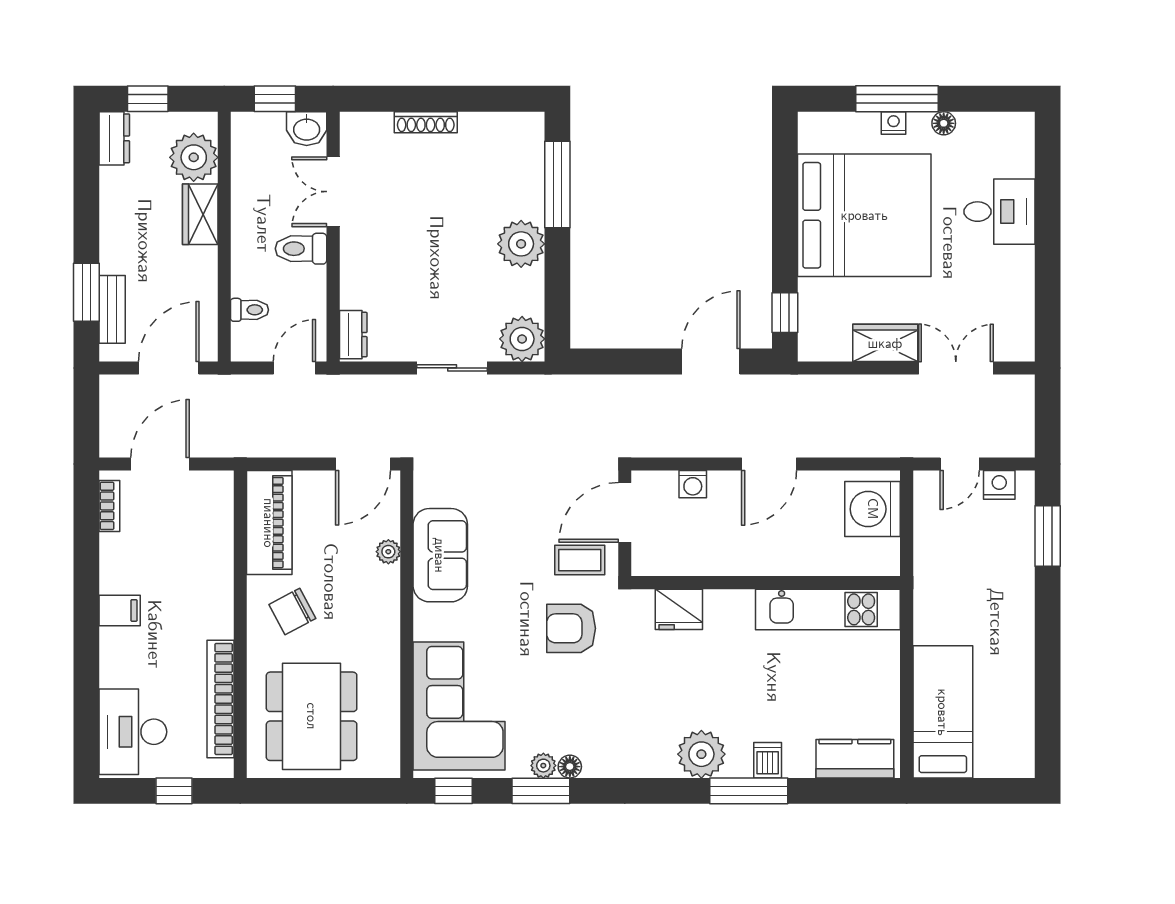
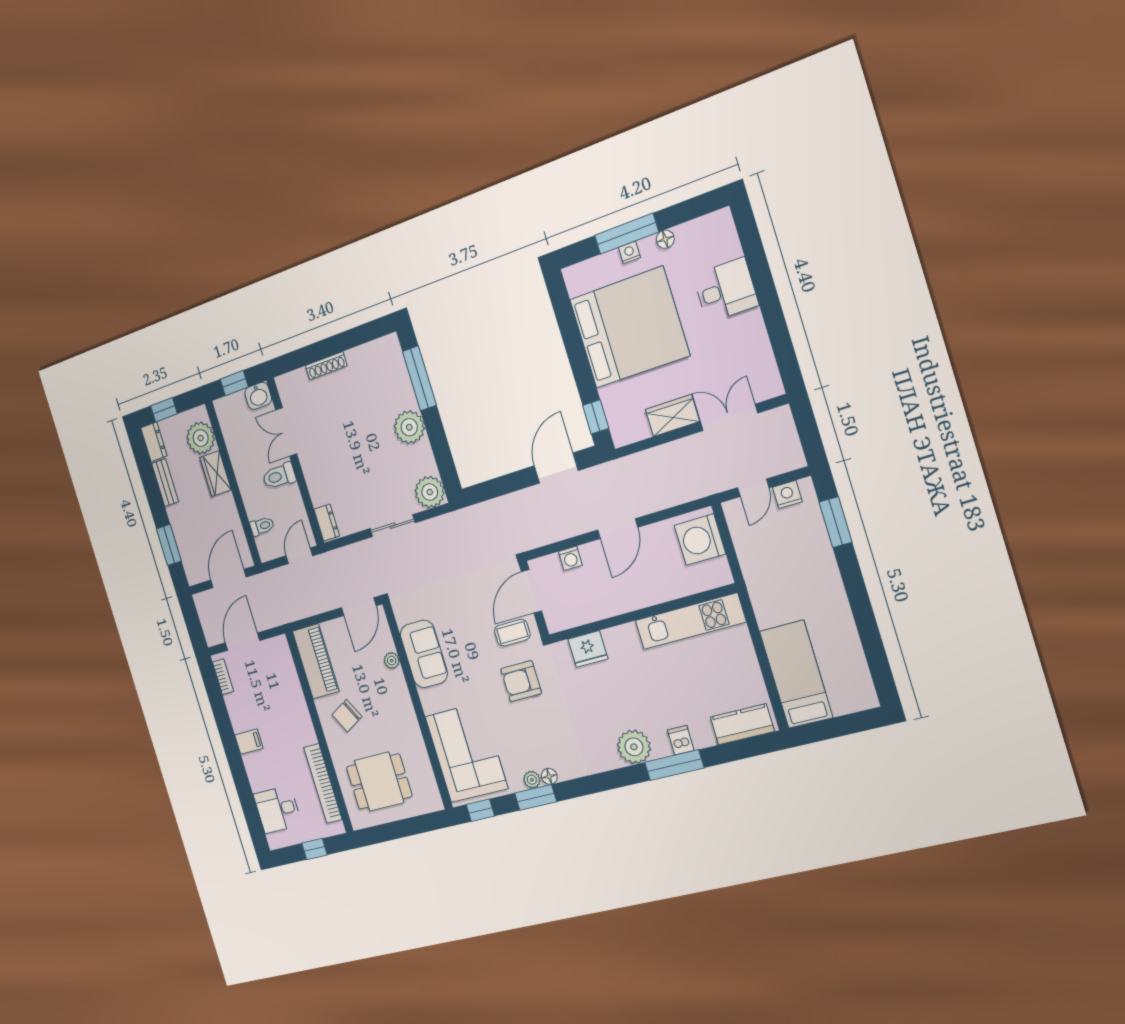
bench: (112, 309) -> (165, 483), moved
dining table: (312, 716) -> (379, 782), width x0.73
desk: (133, 732) -> (278, 809), width x0.73

